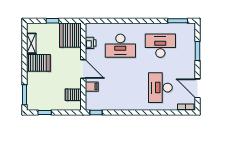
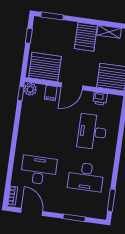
desk: (160, 46) -> (86, 177), turned 90
door: (197, 88) -> (32, 212), hinge flipped
server rack: (73, 95) -> (45, 67), width x2.18, depth x1.44
plant: (91, 105) -> (30, 89), added

